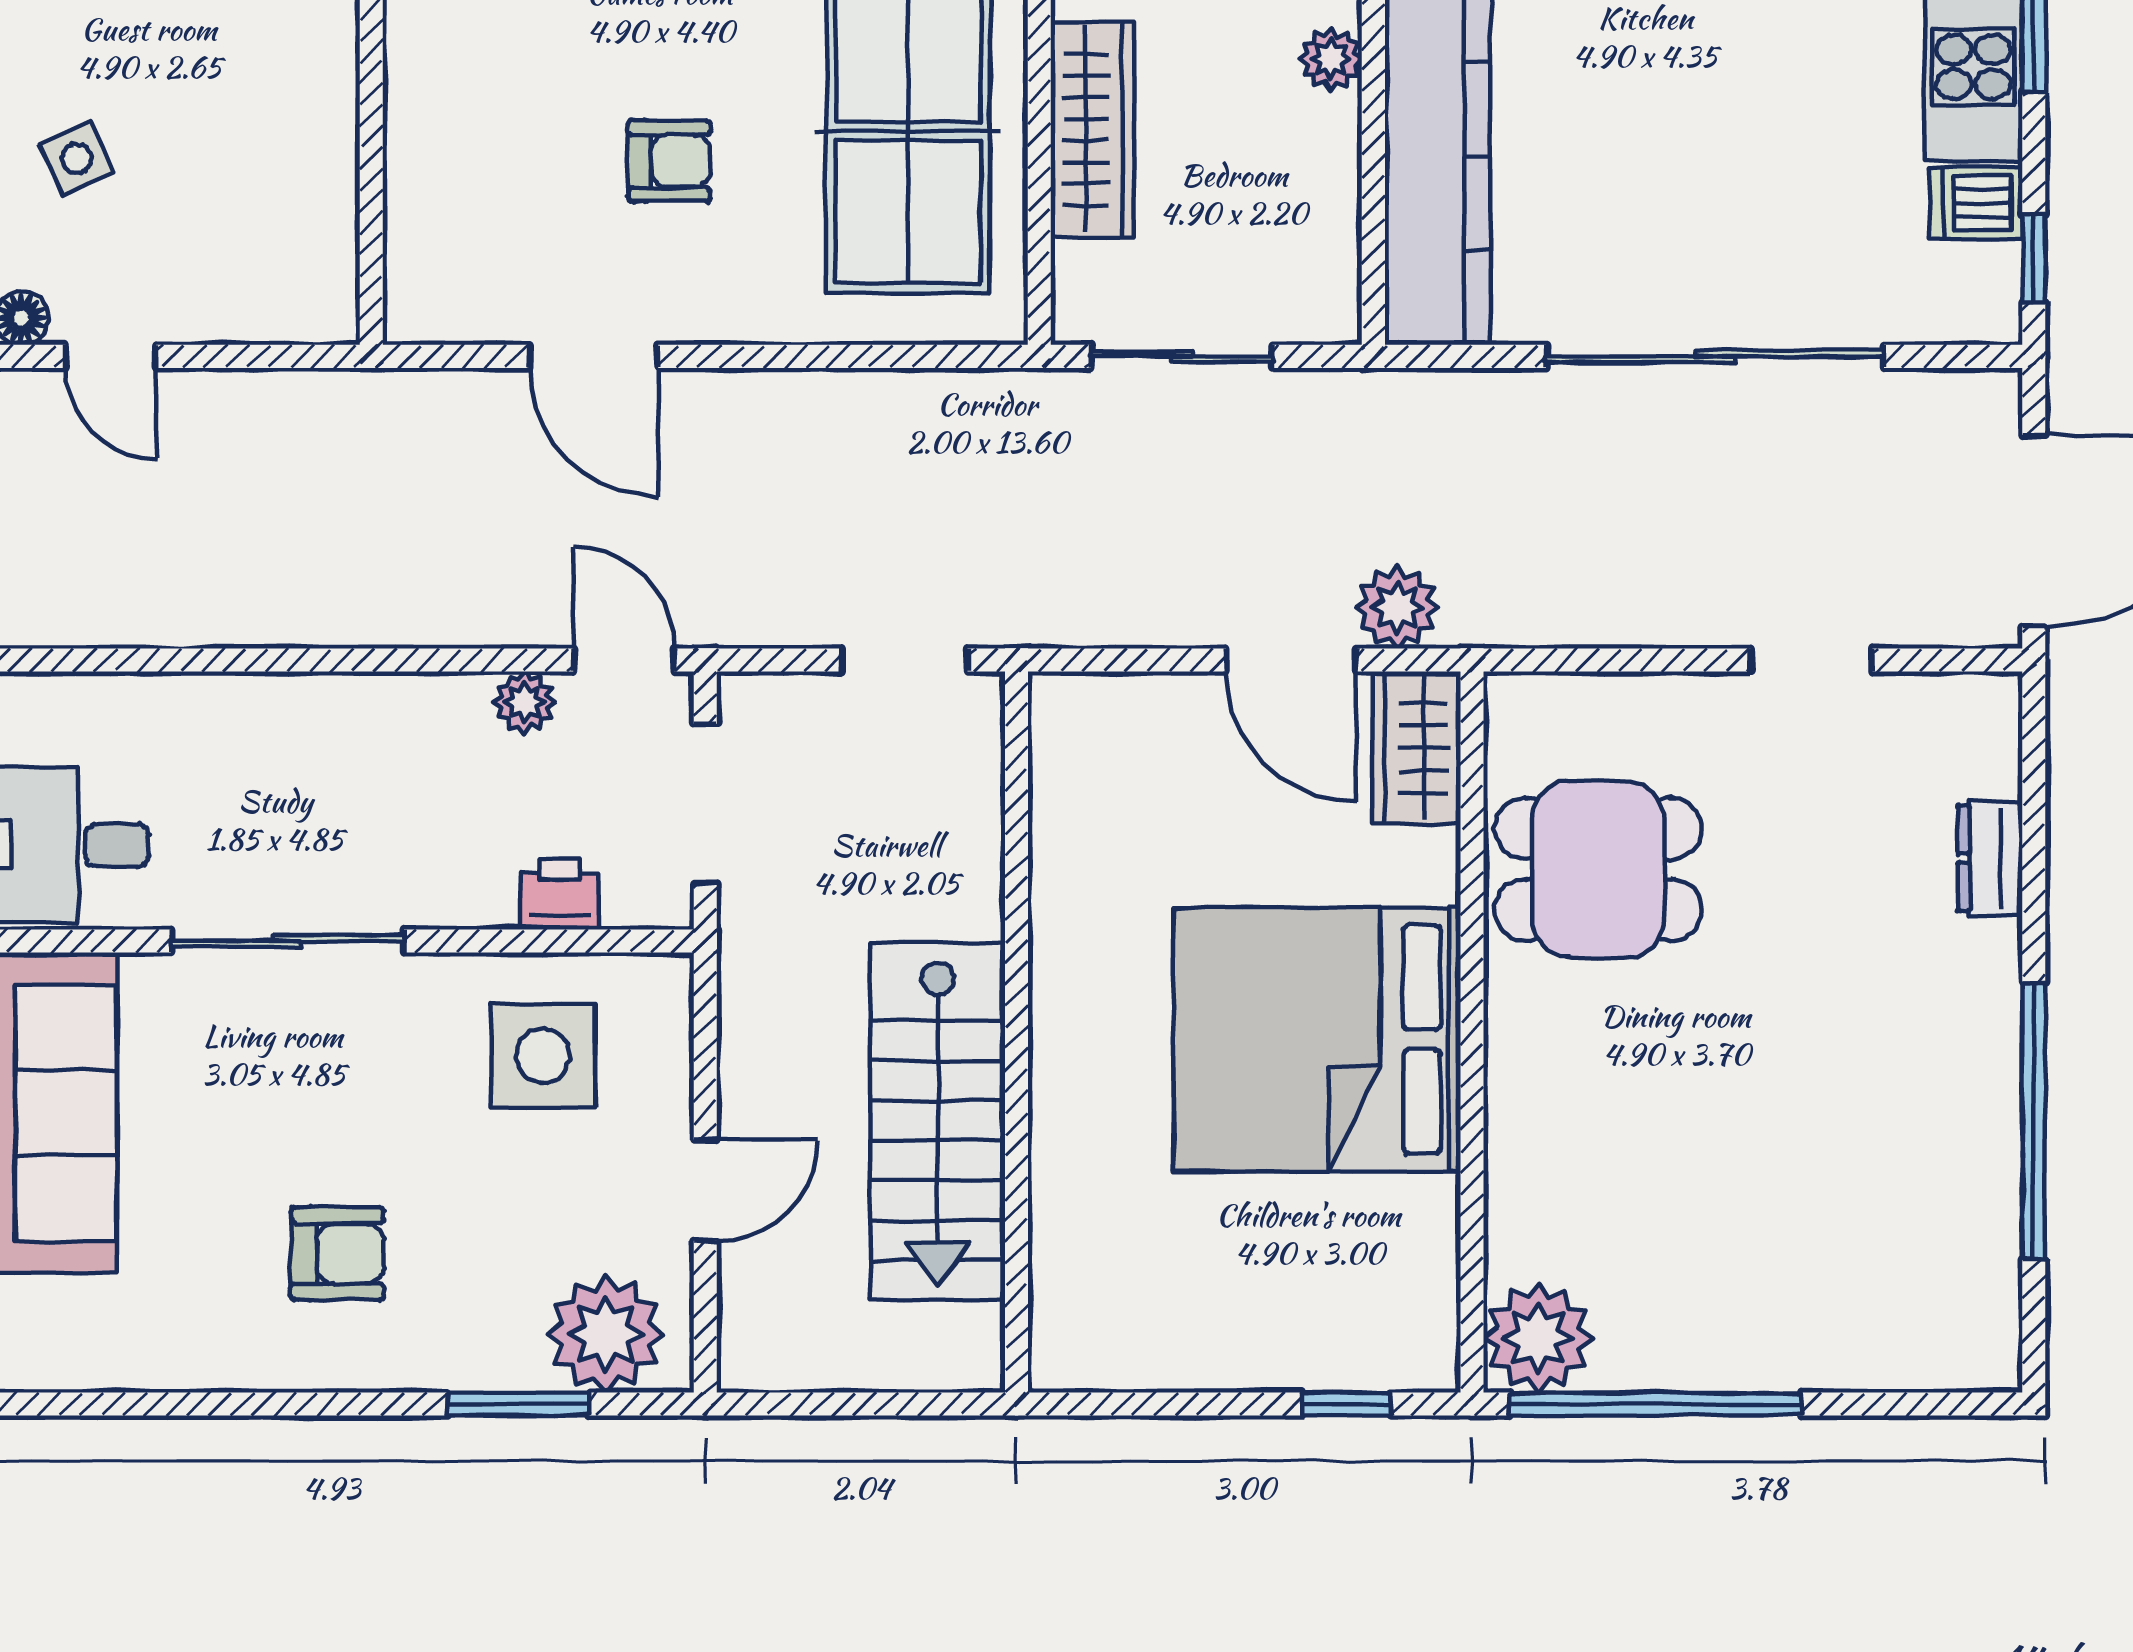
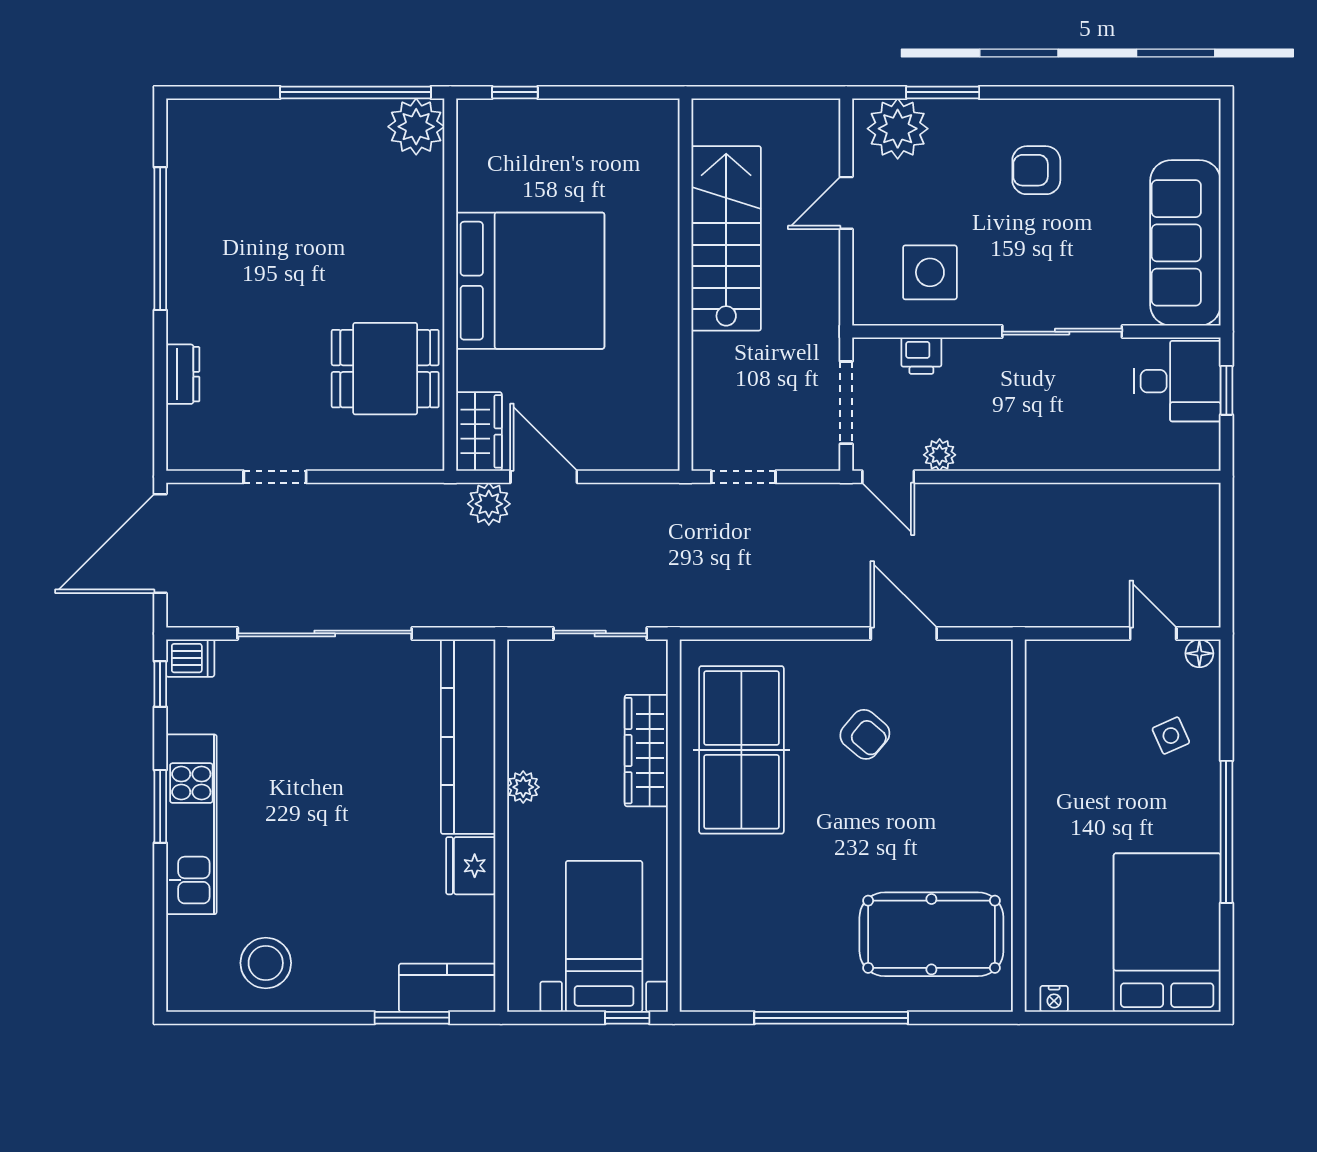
armchair: (669, 161) -> (865, 734), turned -140
dishwasher: (1976, 203) -> (190, 658), moved

